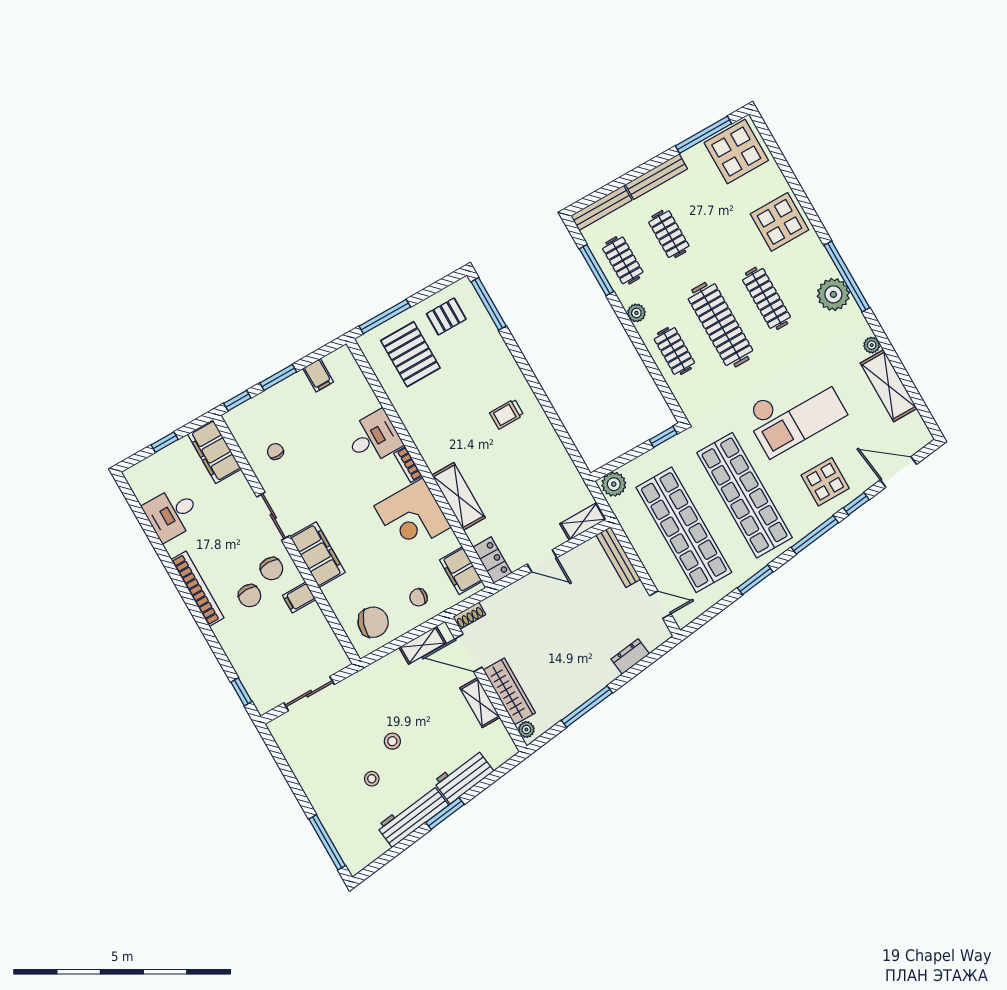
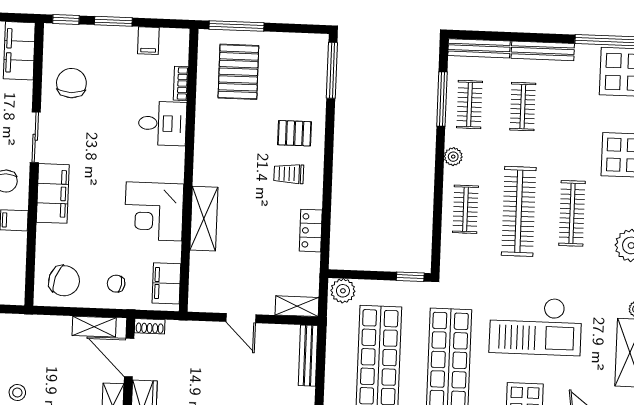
pallet: (446, 316) -> (295, 133), moved
chair: (275, 451) -> (71, 83), width x1.87, depth x1.87
bookcase: (408, 465) -> (181, 83), moved
locker: (492, 560) -> (311, 231), moved, turned 180

